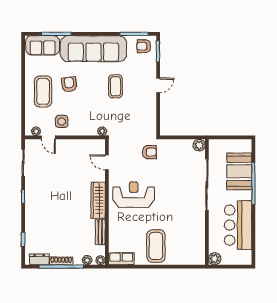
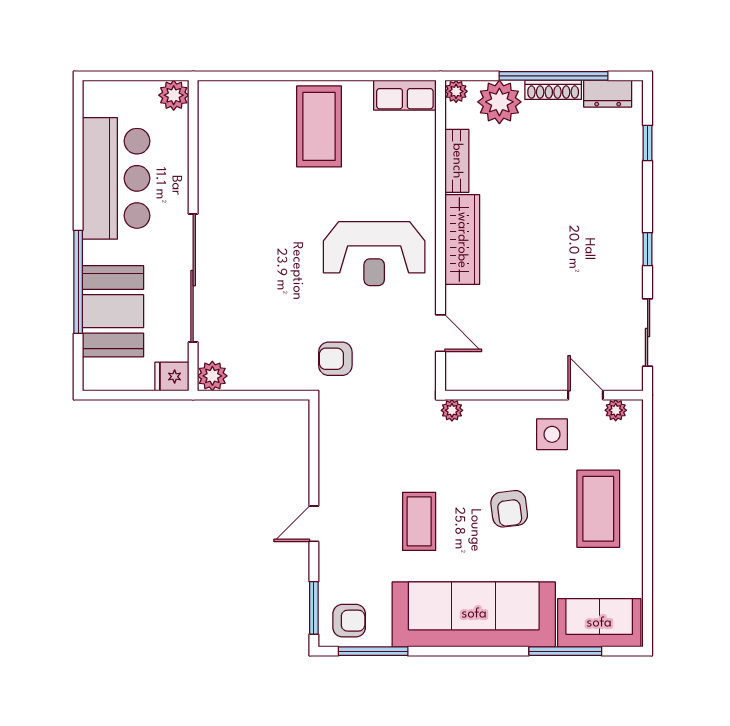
armchair: (69, 84) -> (509, 509), moved
fridge: (216, 145) -> (172, 377), added
plant: (87, 260) -> (499, 102), width x1.88, depth x1.88

